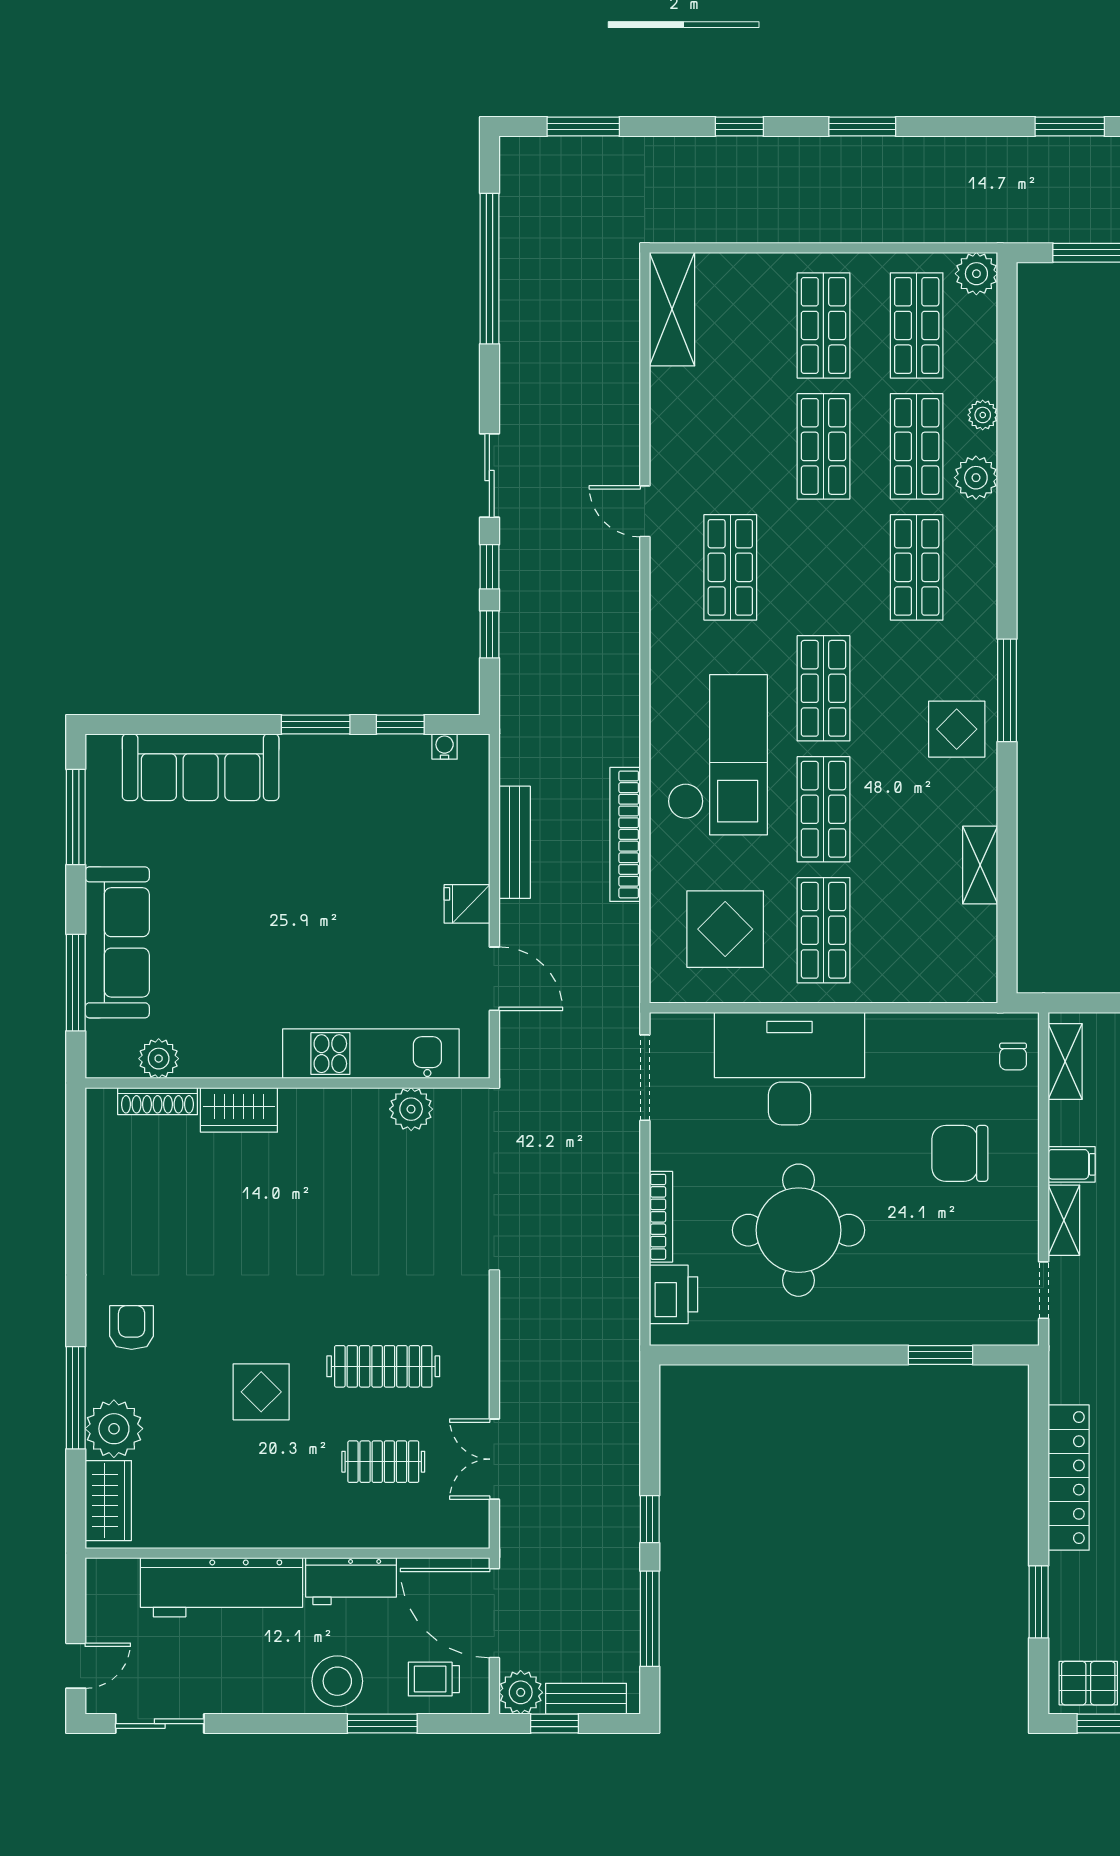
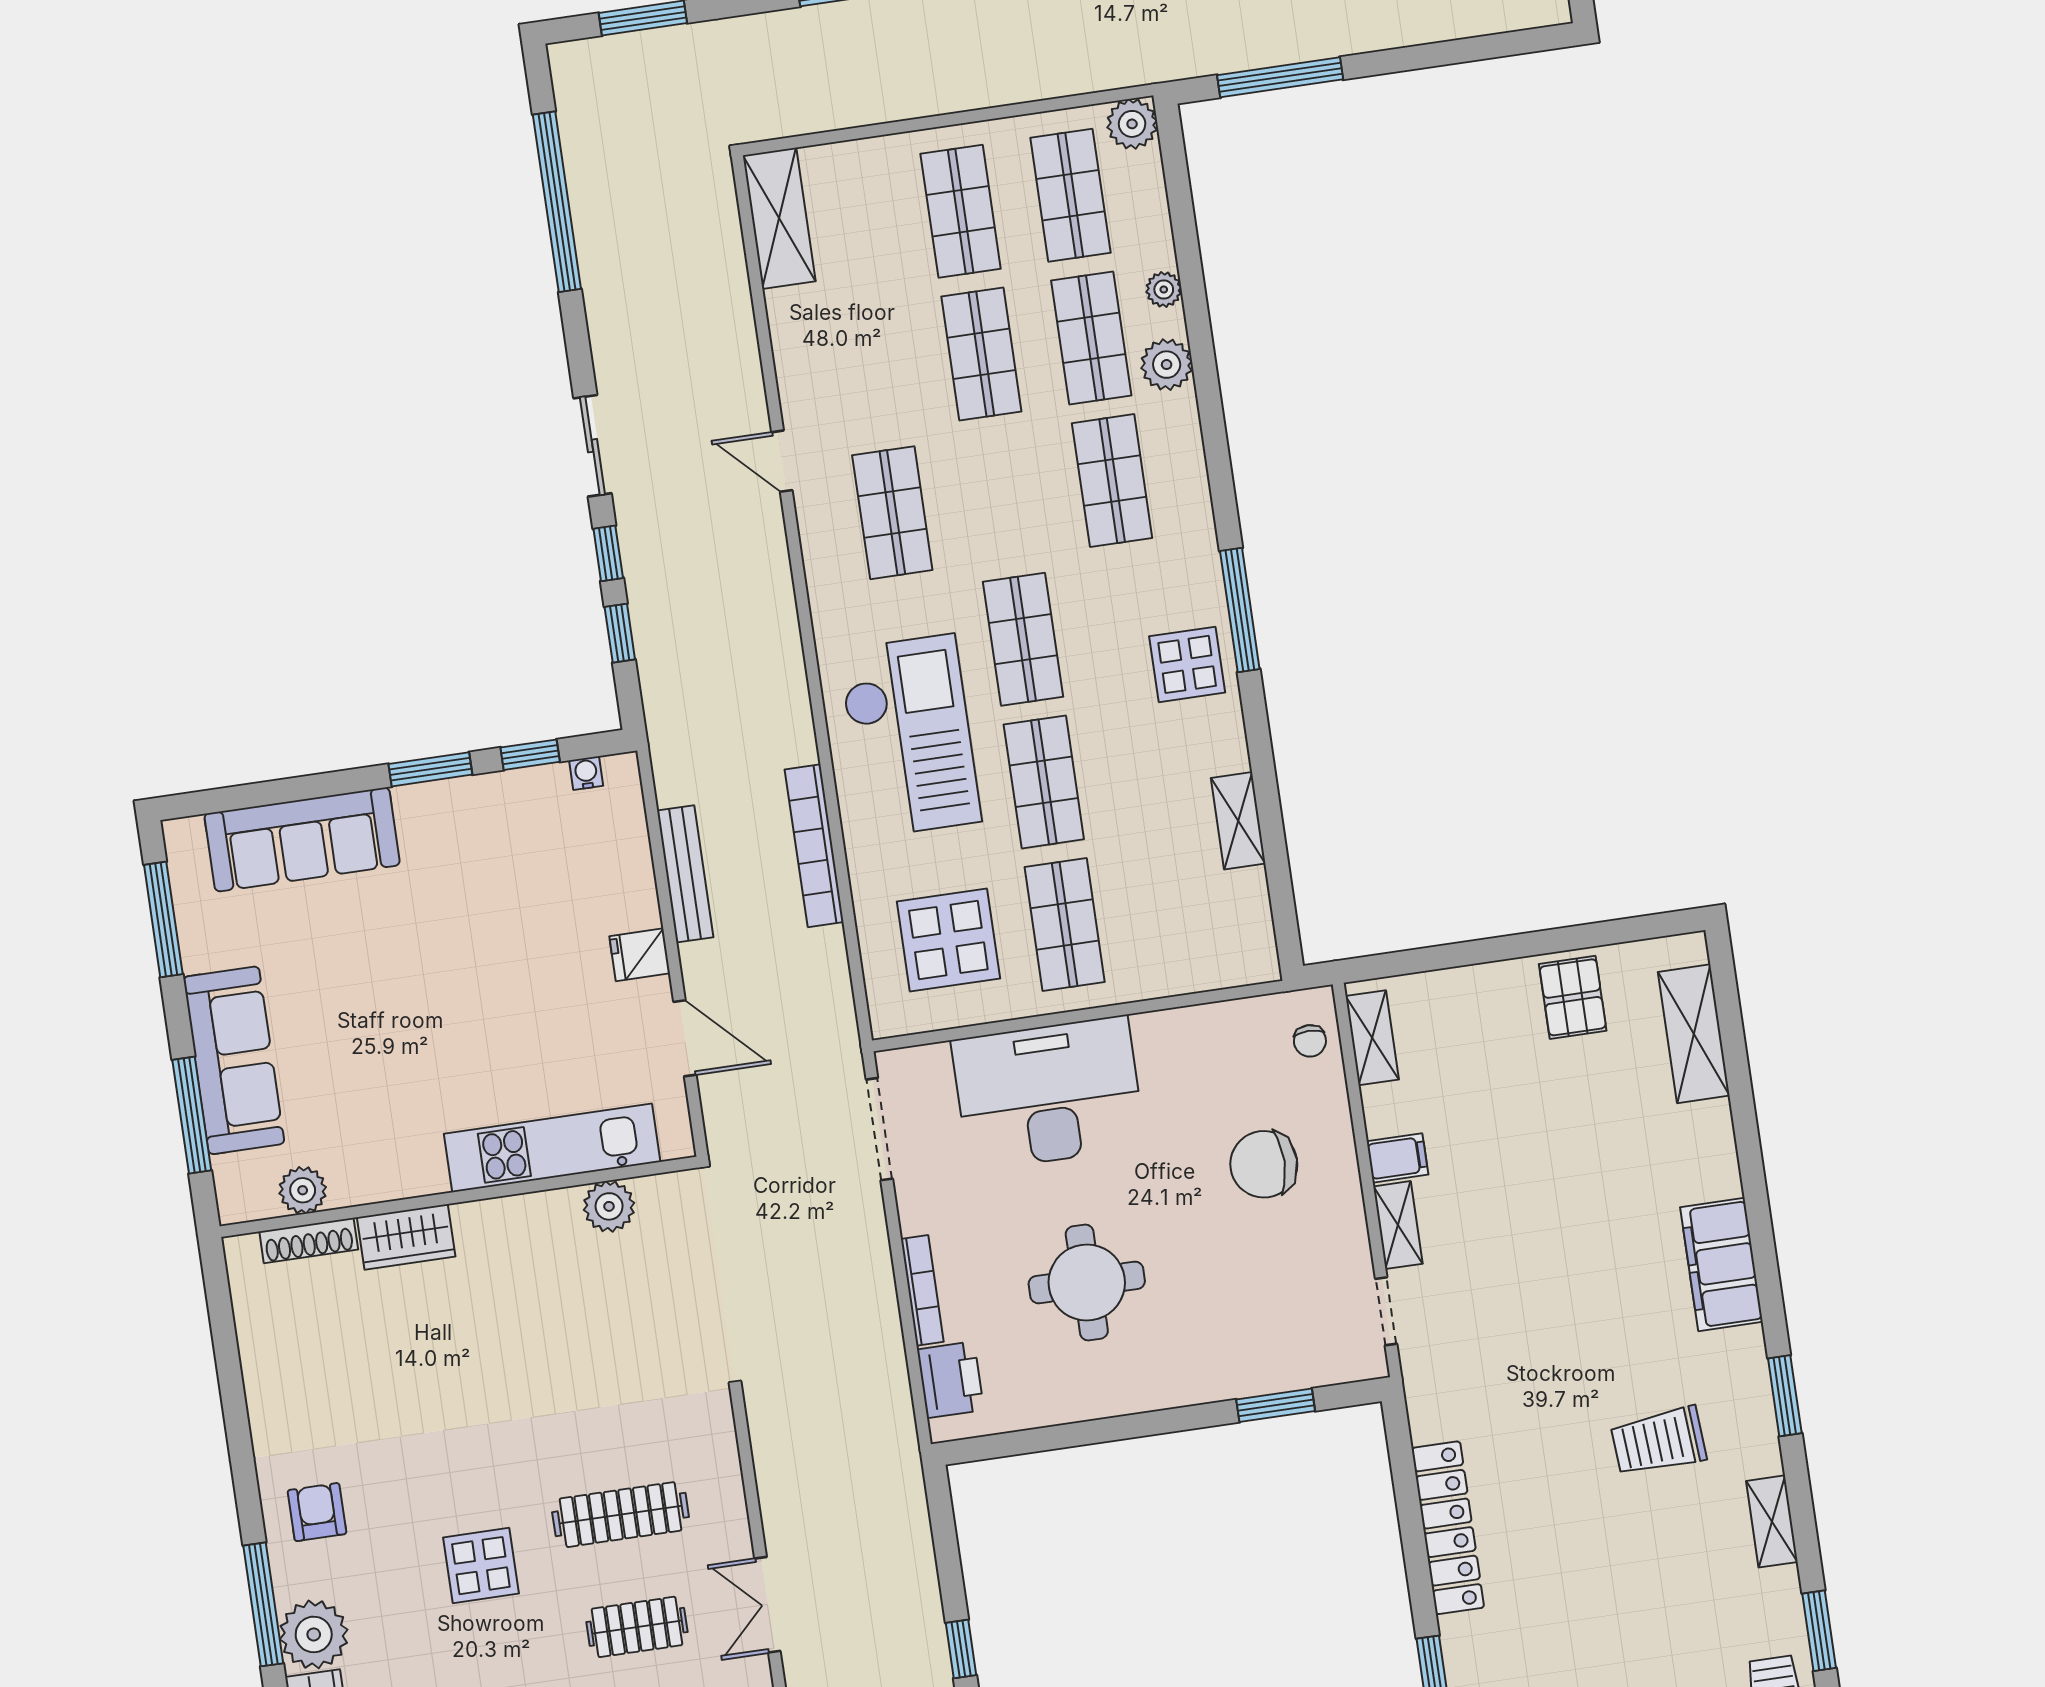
round table: (799, 1230) -> (1087, 1282), width x0.73, depth x0.73

